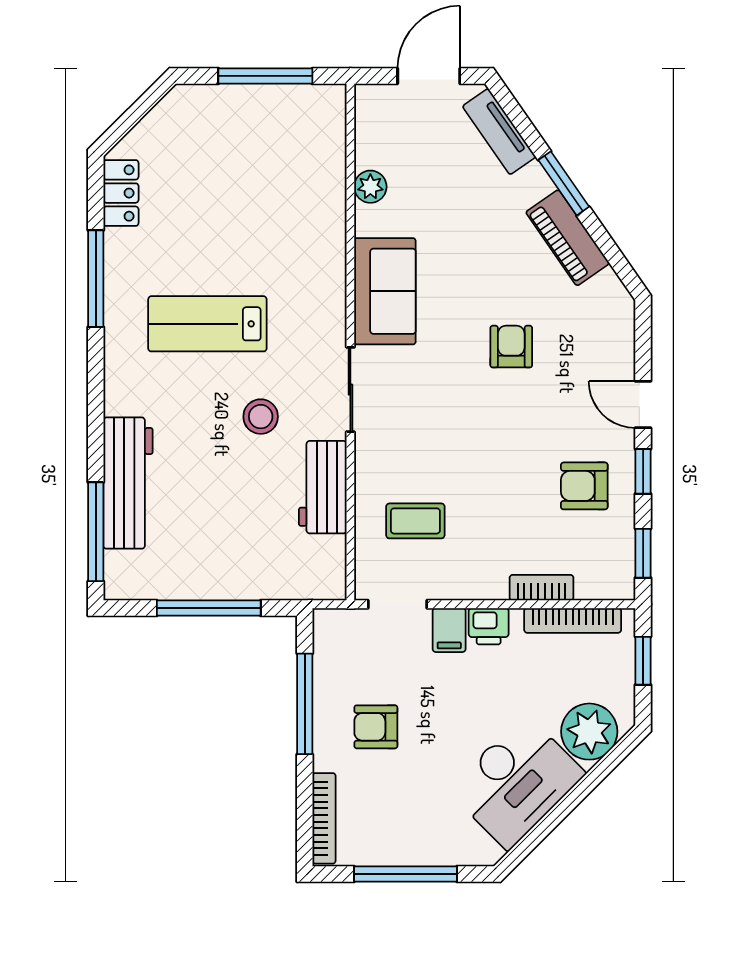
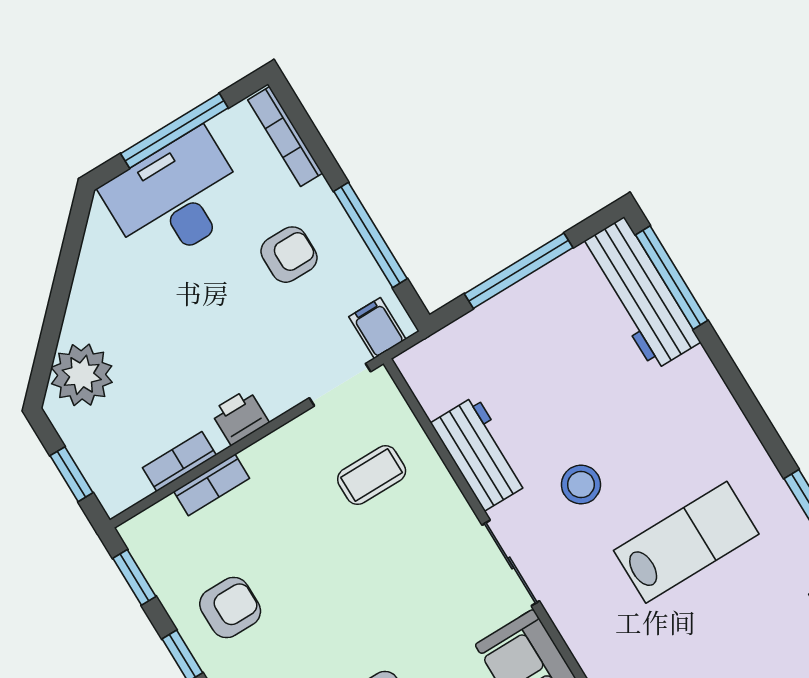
workbench: (128, 483) -> (639, 294), moved
bookcase: (573, 620) -> (179, 461), width x0.64
filing cabinet: (449, 630) -> (377, 328), moved
desk: (517, 782) -> (175, 198), moved, turned 45

